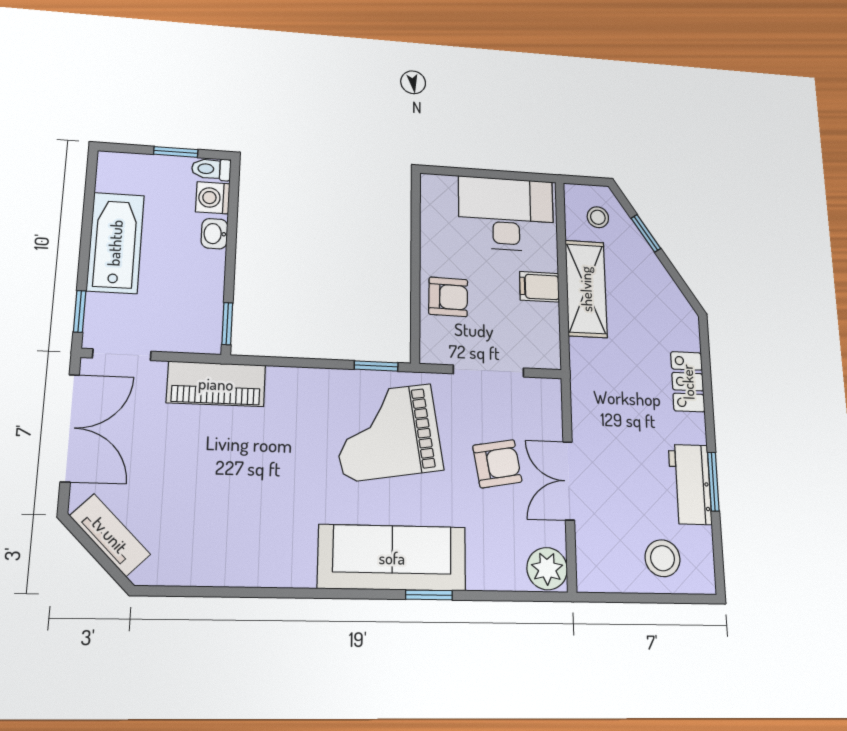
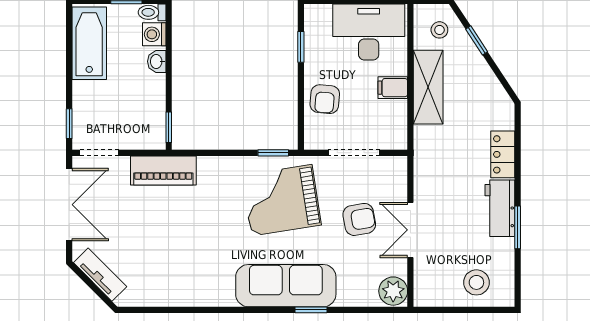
window: (416, 227) -> (301, 47), added
bathtub: (115, 243) -> (89, 43), moved
armchair: (448, 297) -> (325, 99), turned 94
workbench: (690, 484) -> (500, 208), moved

